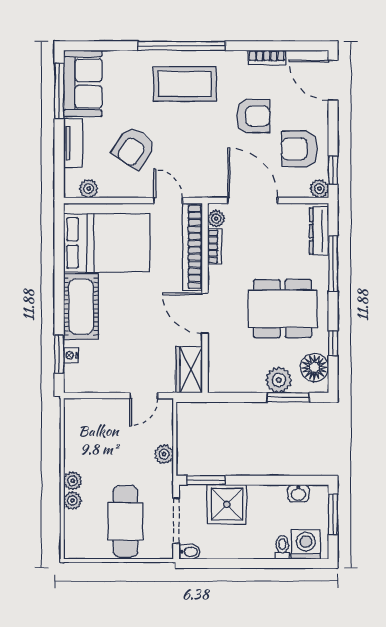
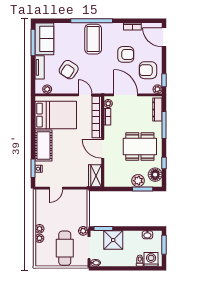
coffee table: (185, 84) -> (93, 39), turned 90
door: (144, 396) -> (56, 188), moved
plant: (164, 454) -> (83, 231), moved

